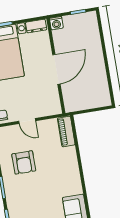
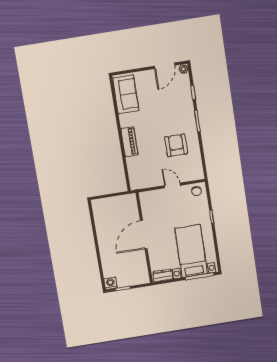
washing machine: (56, 23) -> (110, 283), moved
piano: (66, 131) -> (129, 142), moved

